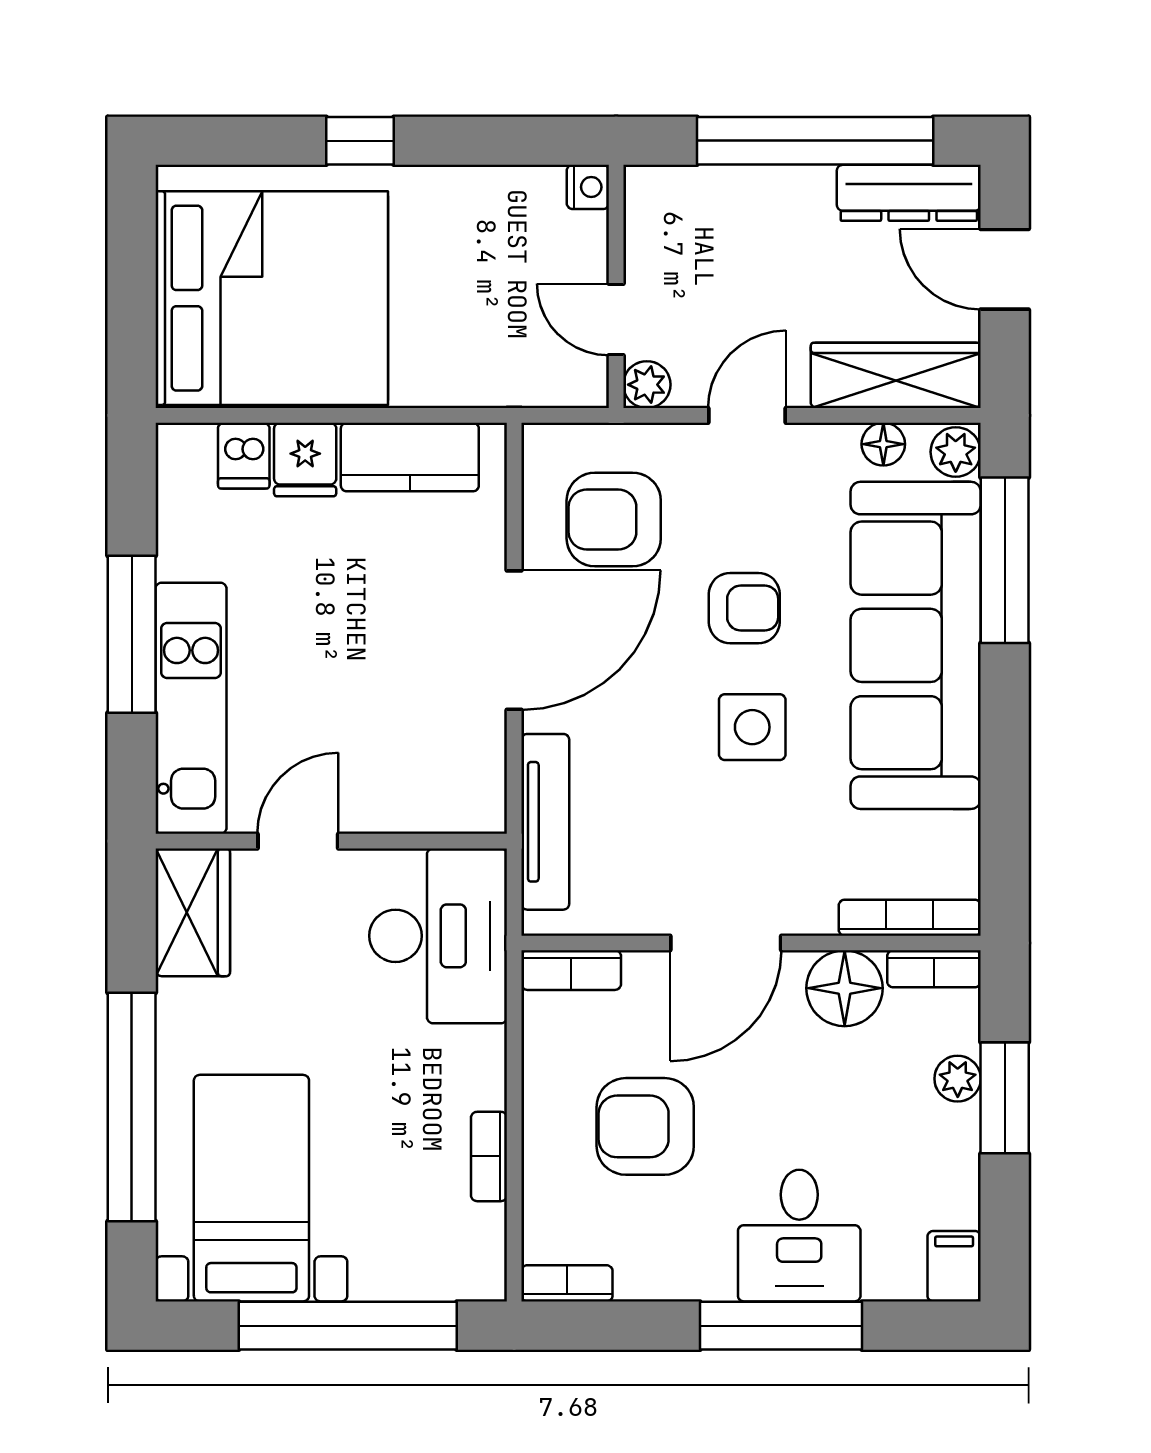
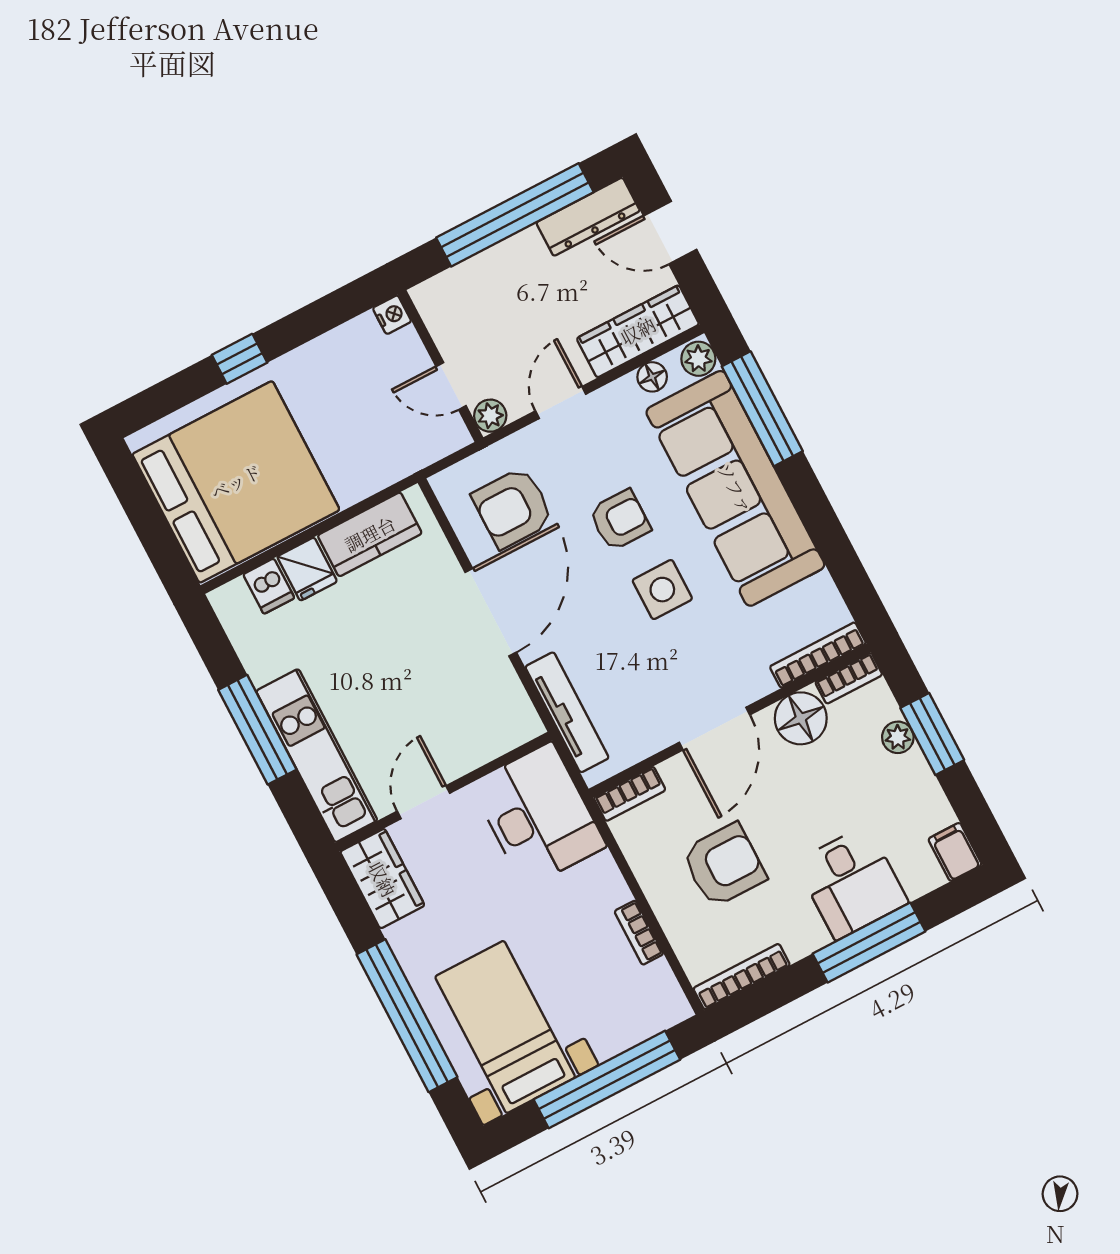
armchair: (645, 1126) -> (724, 865), turned 180
bookcase: (567, 1283) -> (742, 977), width x1.56

